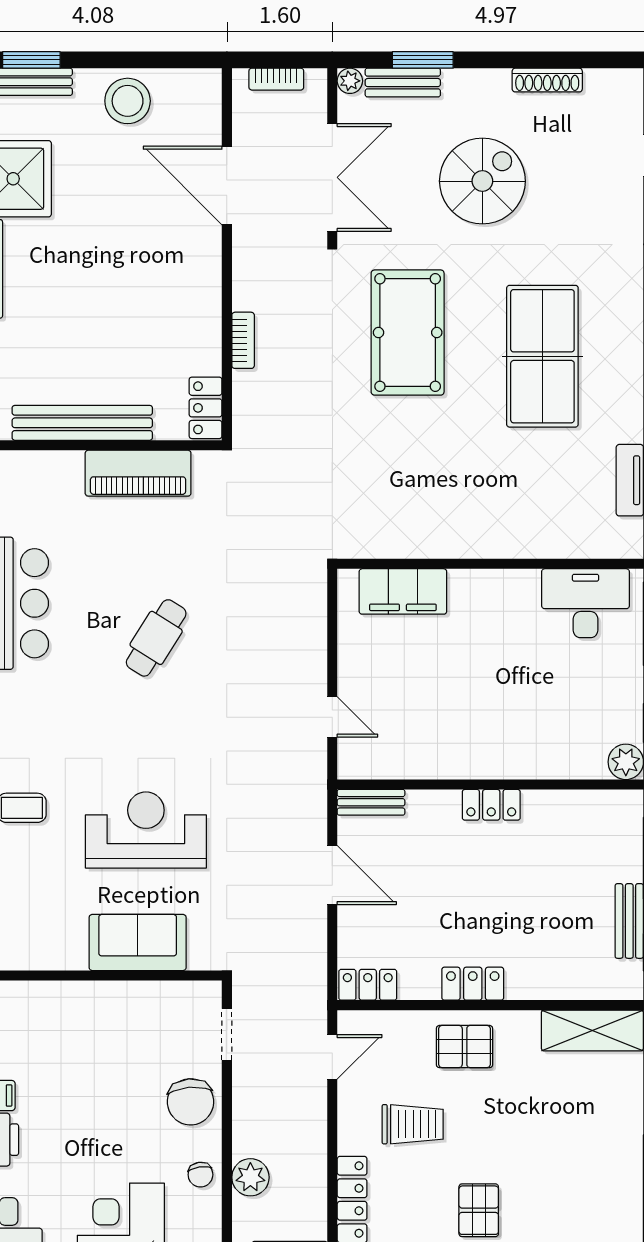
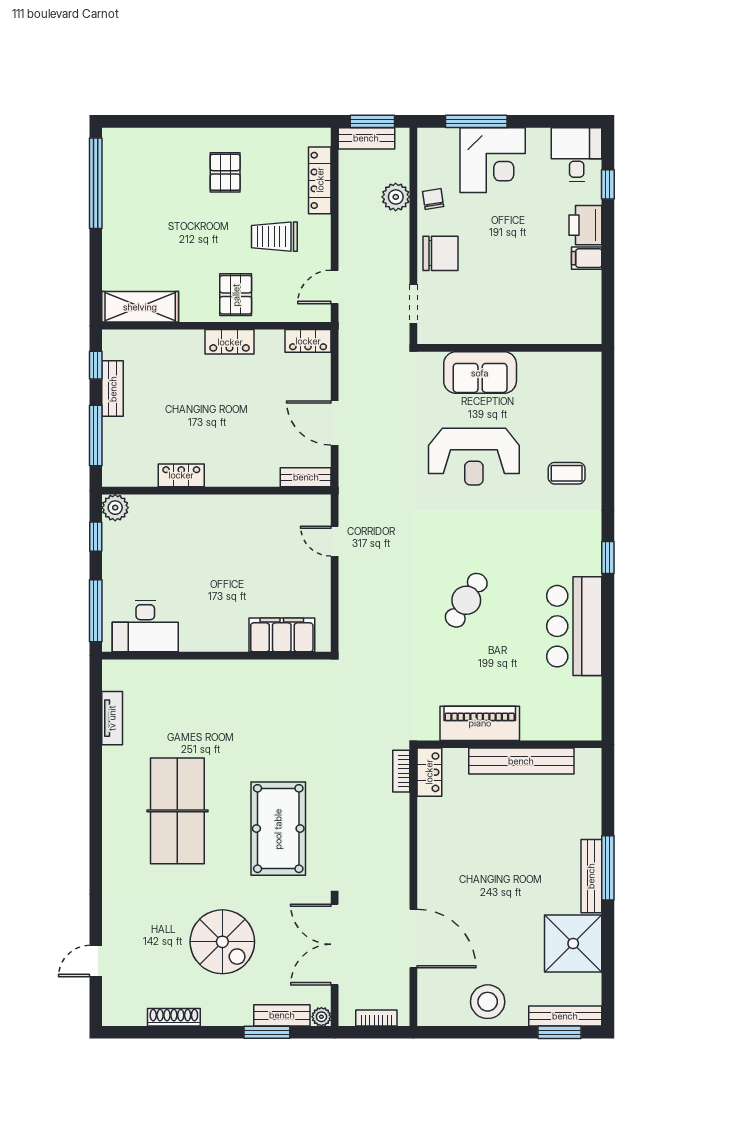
spiral stairs: (482, 181) -> (222, 942), turned -90
bookcase: (243, 340) -> (401, 771), moved
locker: (491, 805) -> (181, 475), moved
pallet: (465, 1047) -> (236, 295), turned 90
chair: (191, 1102) -> (441, 253), turned 95

